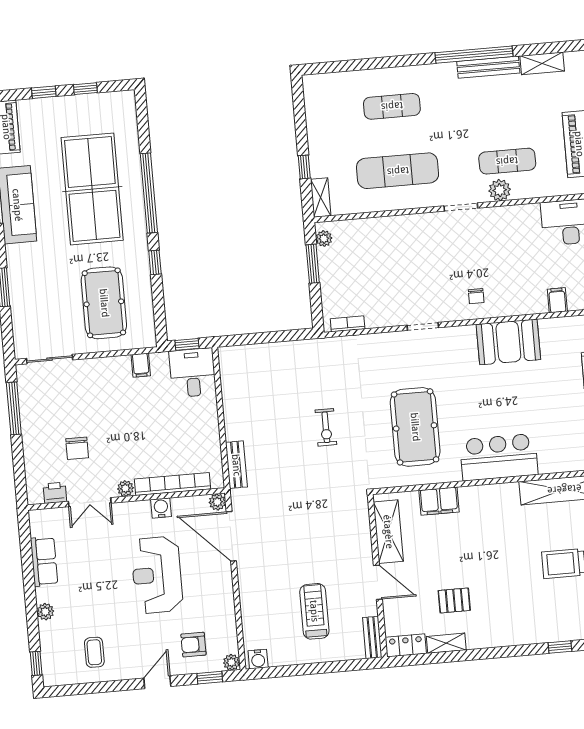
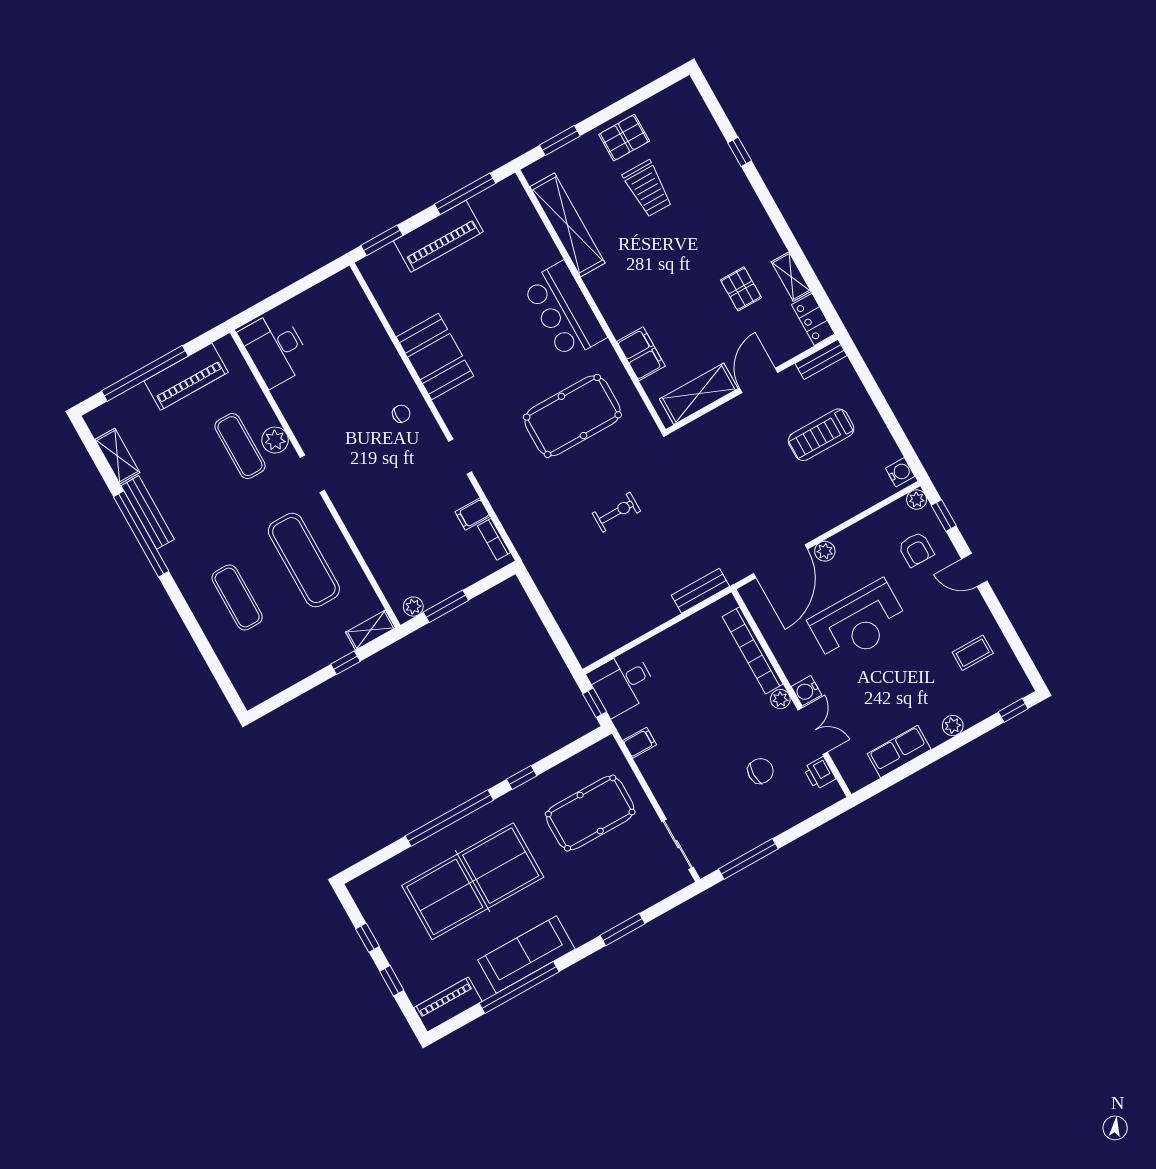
filing cabinet: (557, 300) -> (473, 514), moved
plant: (217, 502) -> (825, 551), moved
water cooler: (161, 508) -> (806, 691), moved

